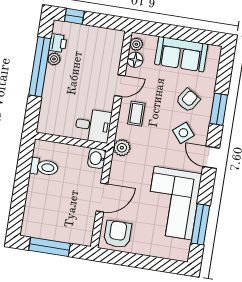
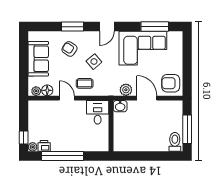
plant: (54, 59) -> (33, 147), moved
side table: (183, 133) -> (94, 62), moved
plant: (122, 148) -> (126, 90), moved
toilet: (44, 167) -> (175, 142), moved

